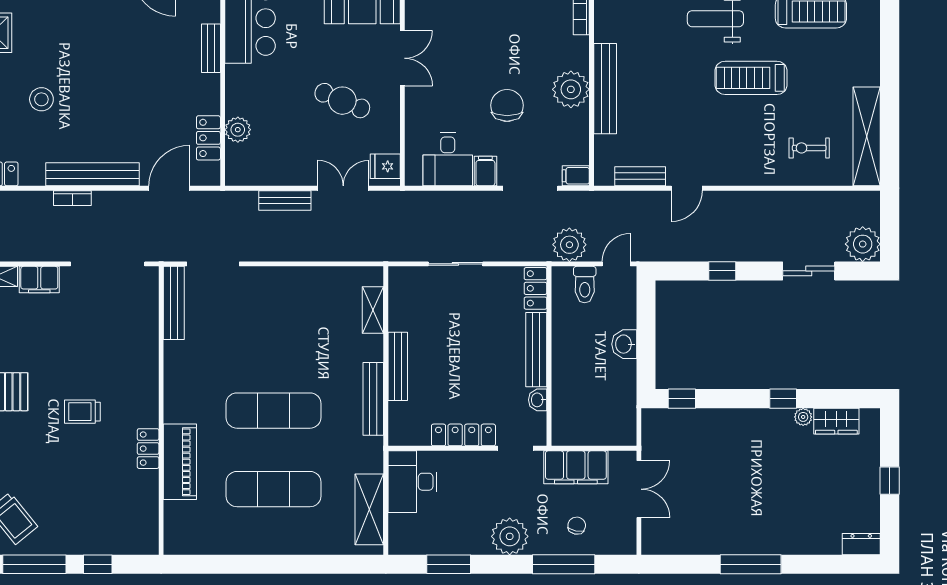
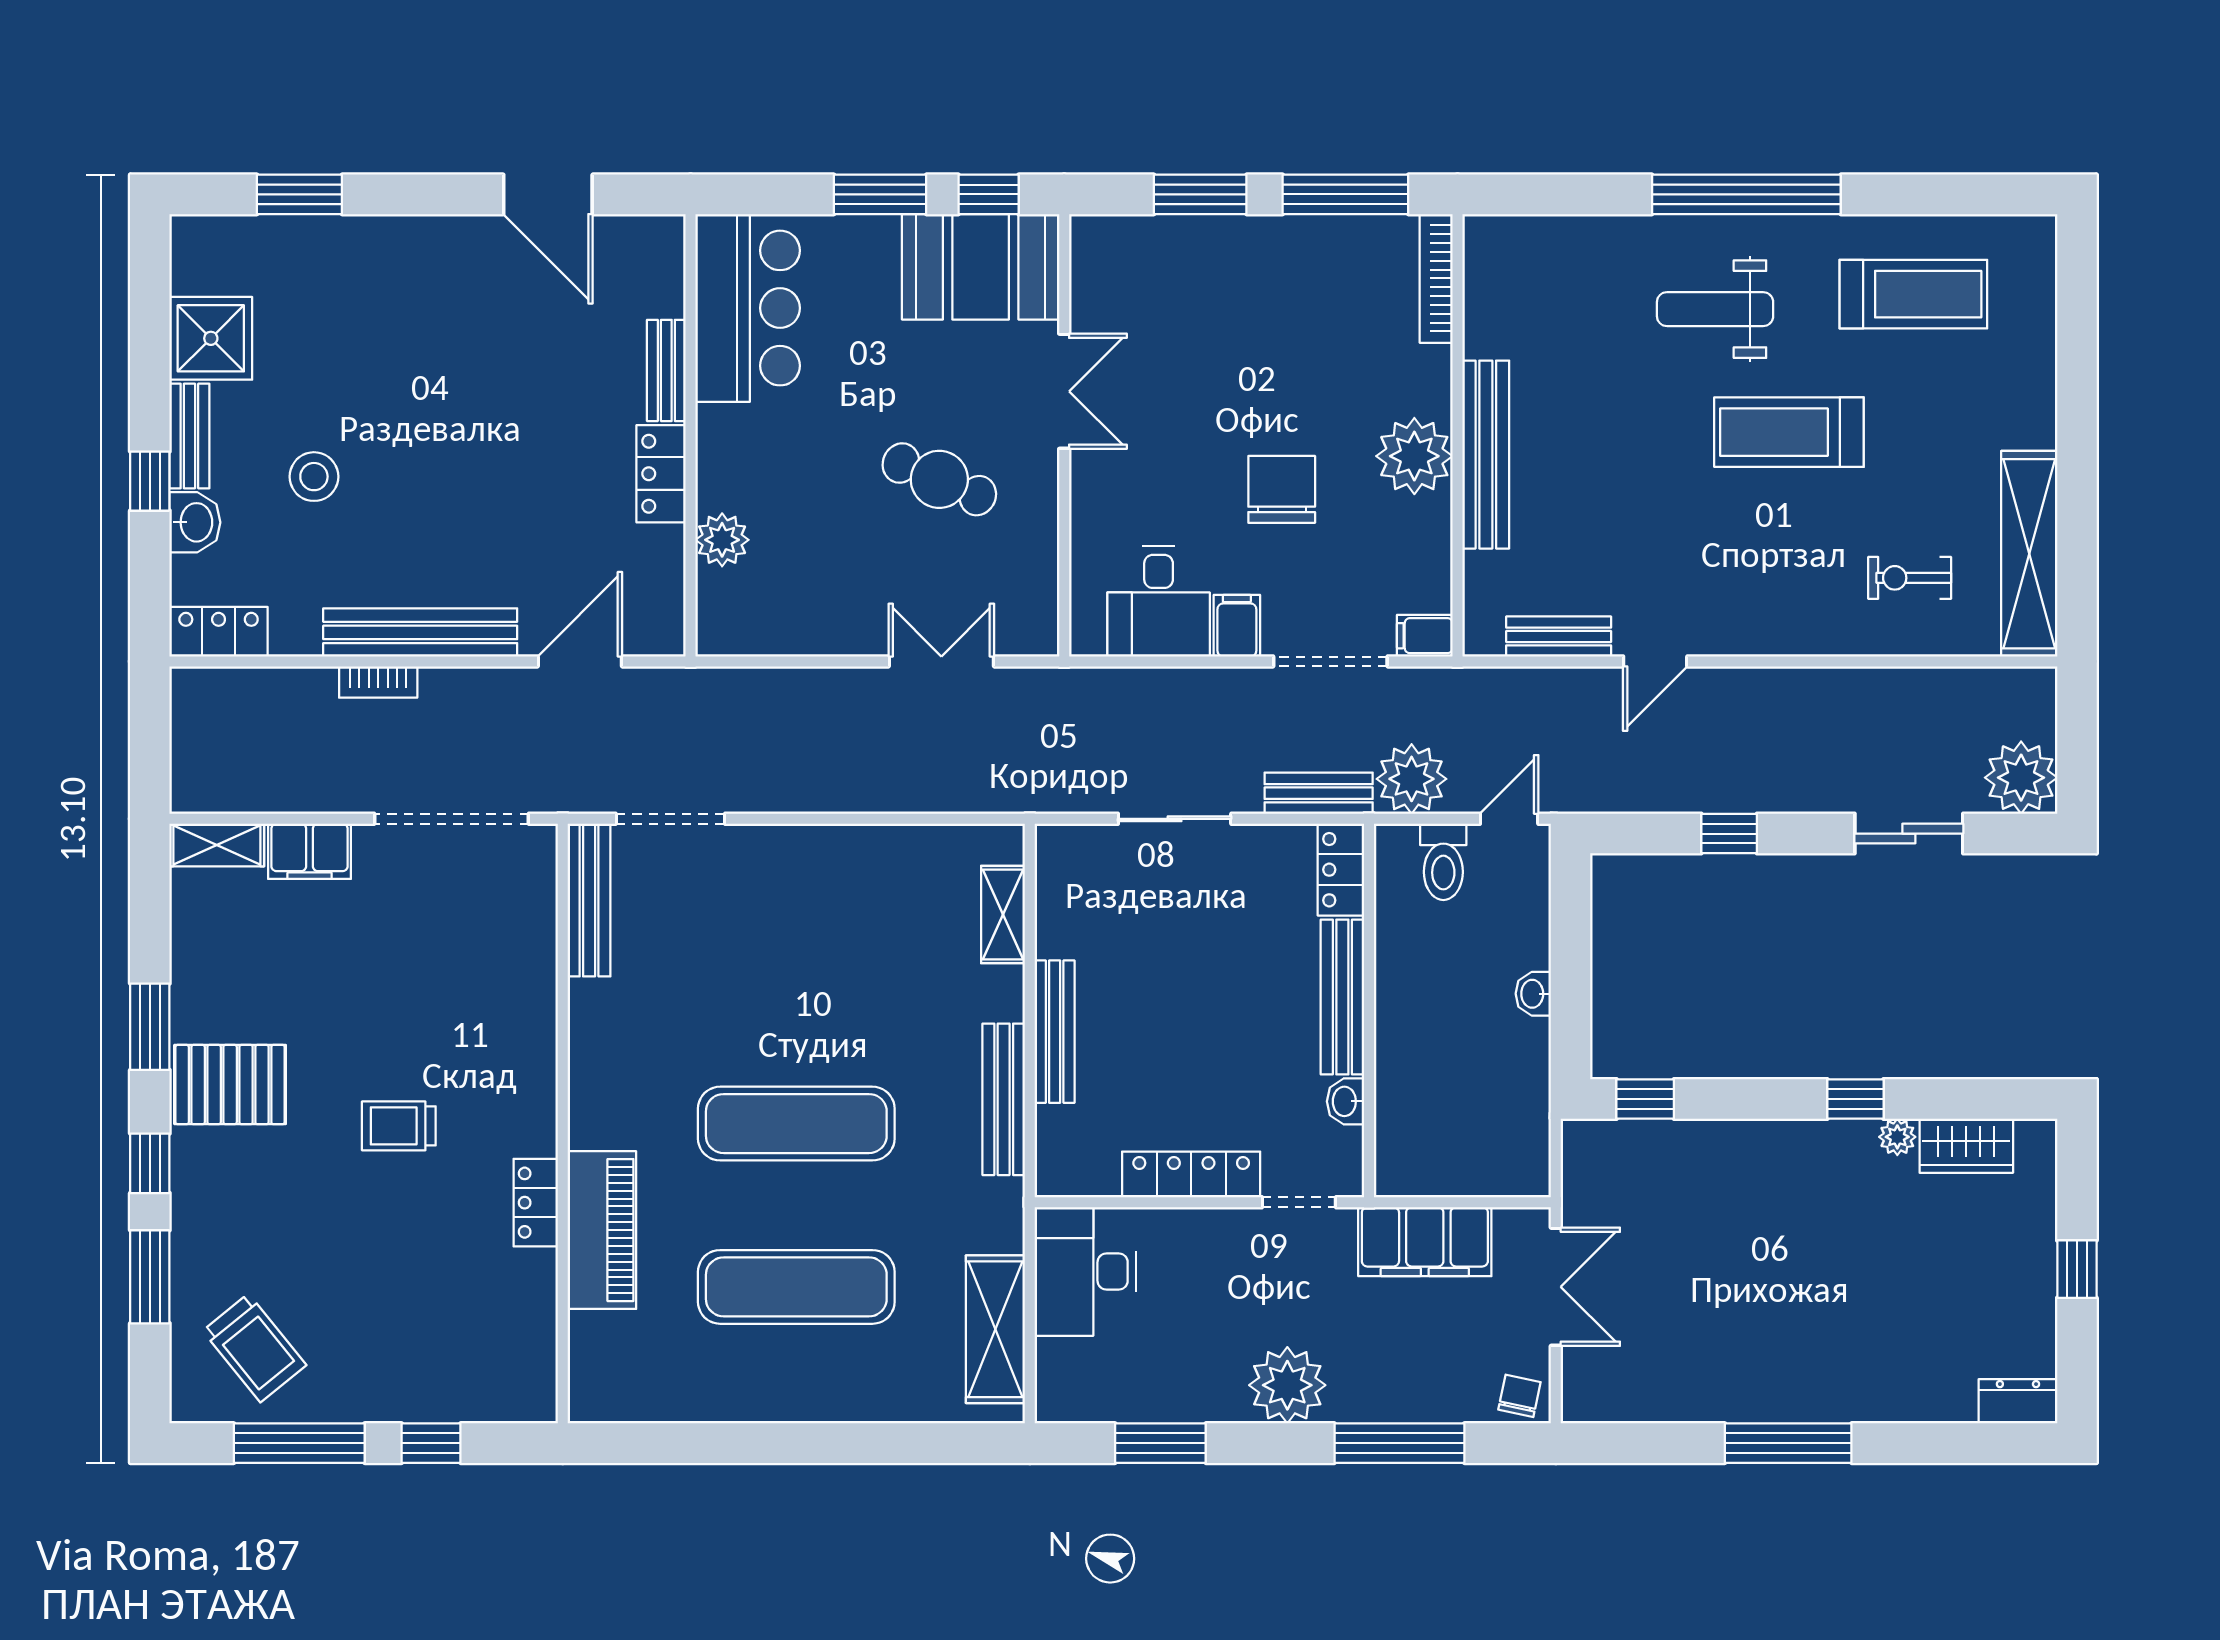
locker: (208, 138) -> (661, 474), moved
fridge: (385, 166) -> (1029, 616), removed
bench: (285, 200) -> (1319, 793), moved
washbasin: (624, 344) -> (1533, 994), width x0.72, depth x0.69
chair: (577, 526) -> (1519, 1396), moved

